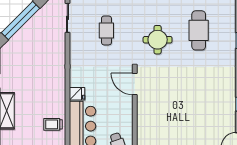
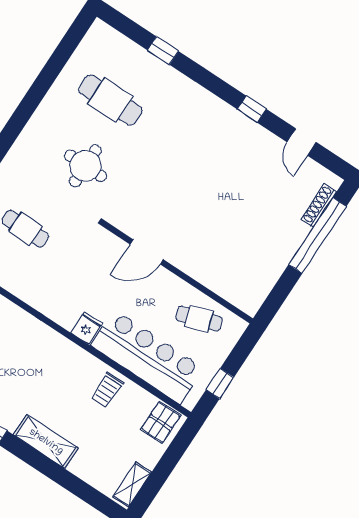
door: (135, 84) -> (147, 252), moved

